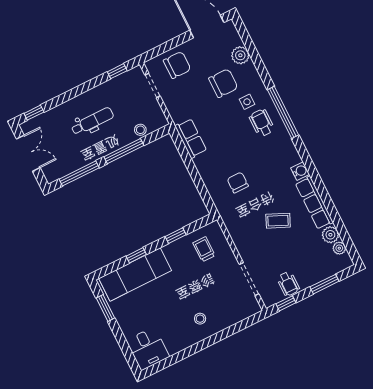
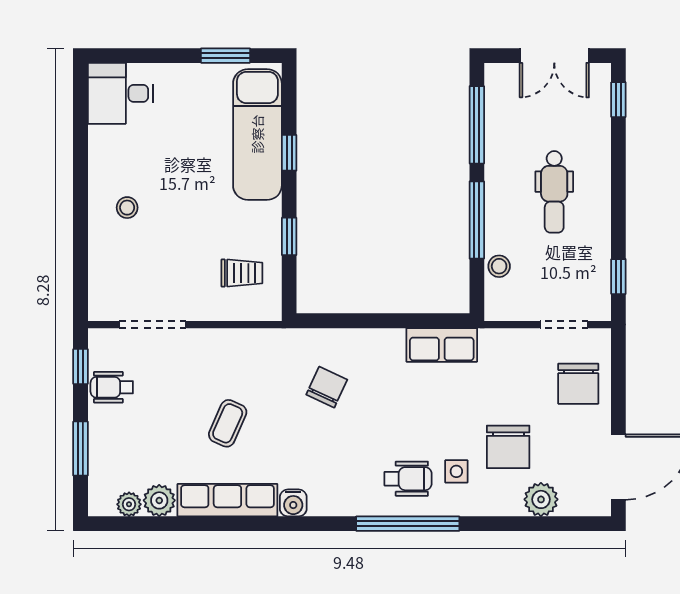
chair: (238, 183) -> (327, 387), turned -65

